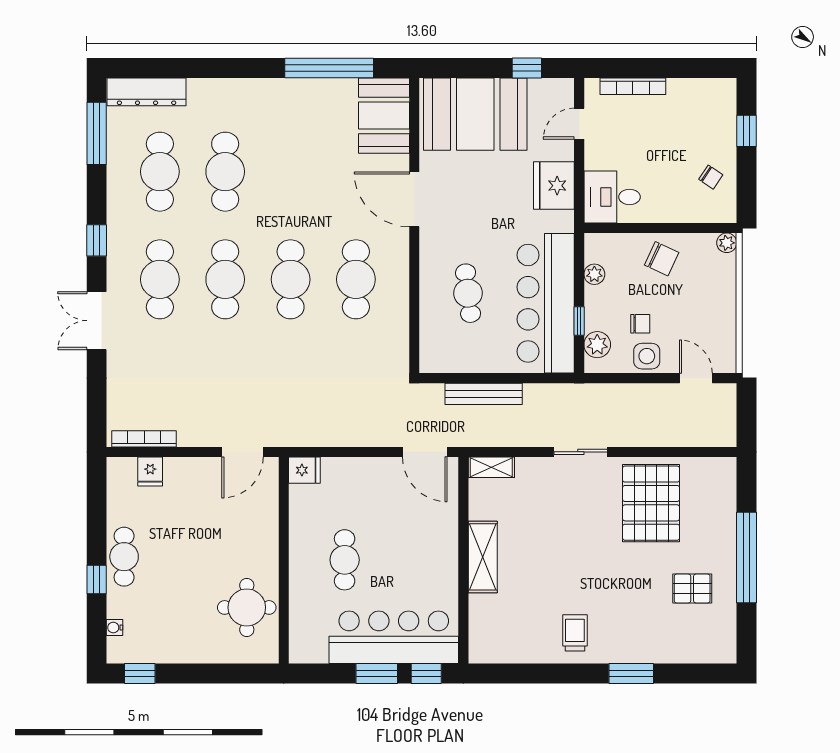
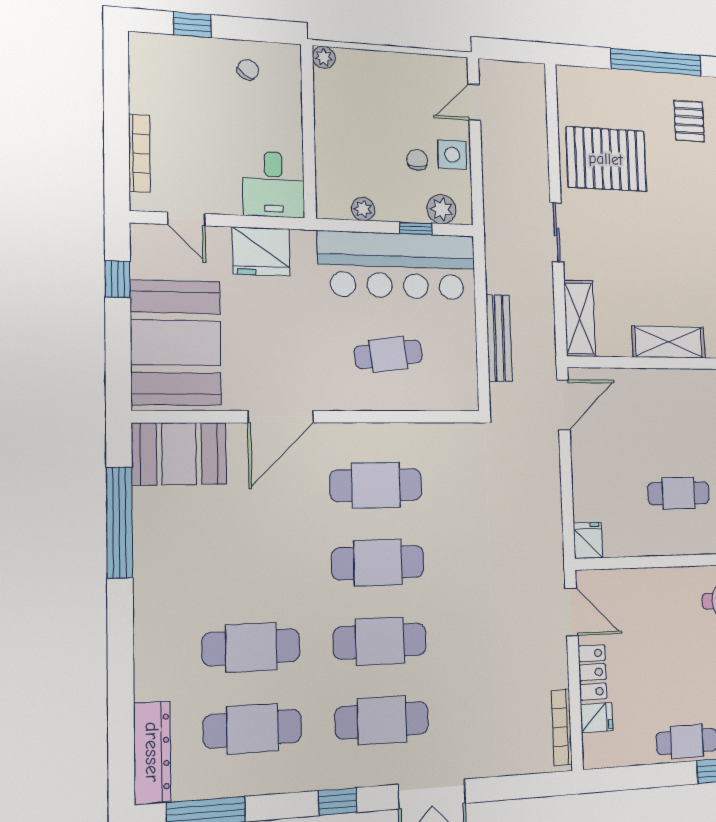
chair: (662, 259) -> (344, 132), removed
shelving: (491, 467) -> (580, 318), width x1.50, depth x1.33
locker: (189, 469) -> (593, 672), added

